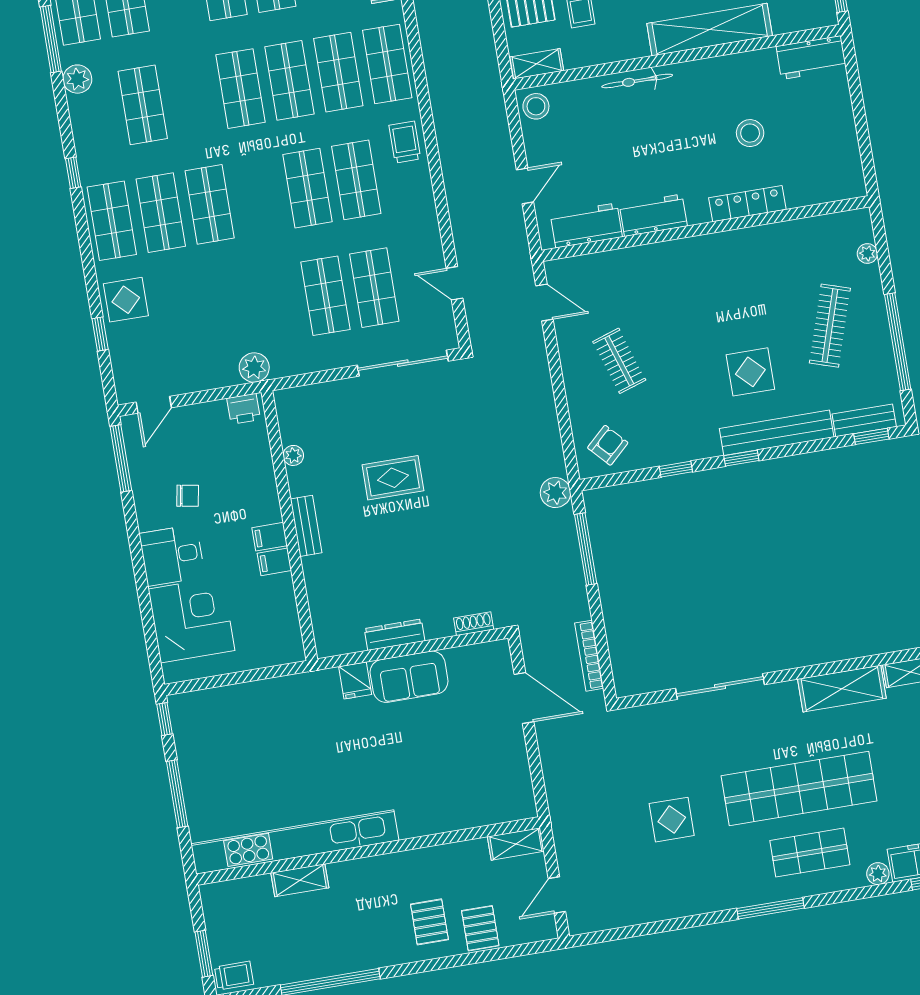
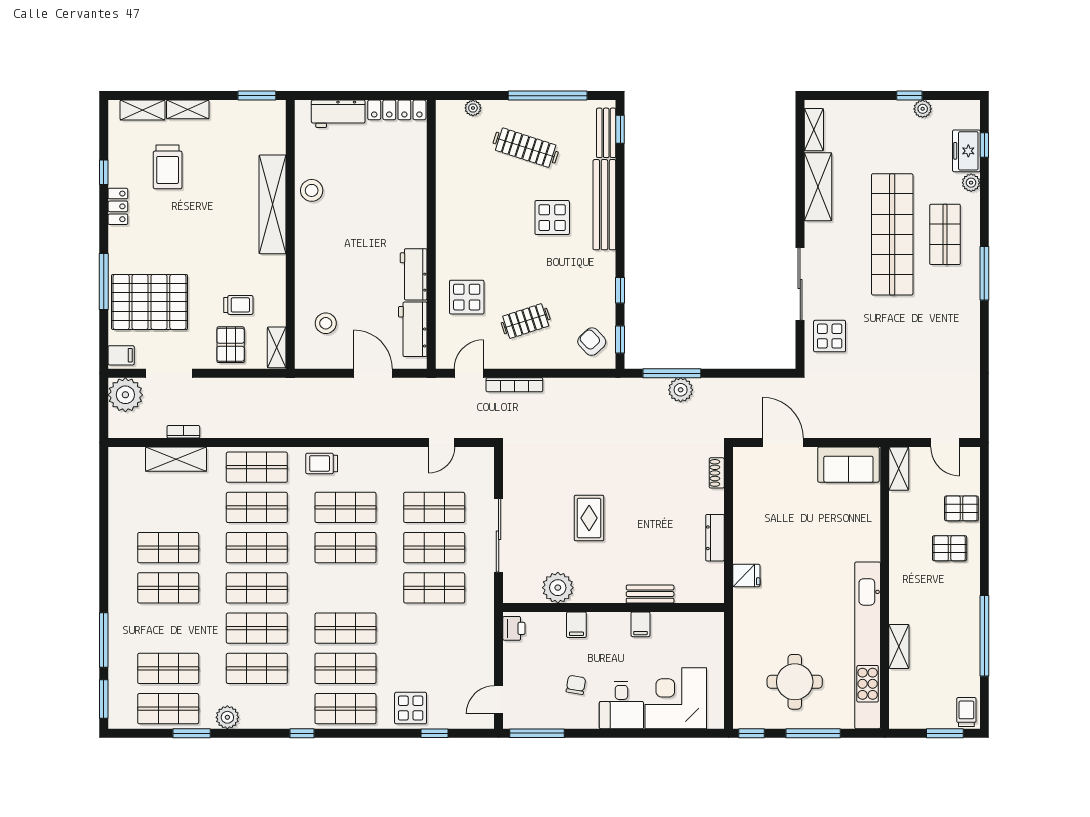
window: (51, 39) -> (192, 733), width x0.69
workbench: (811, 57) -> (338, 114), moved, turned 90
bicycle: (637, 81) -> (304, 269), removed
shop shelf: (192, 97) -> (257, 628), added
stool: (536, 106) -> (326, 323), moved
stool: (750, 133) -> (312, 190), moved
door: (525, 186) -> (373, 373), width x1.38
locker: (747, 204) -> (397, 110), moved, turned -90
display table: (636, 284) -> (467, 297), added
shop shelf: (277, 304) -> (434, 588), added
sliding door: (403, 363) -> (499, 535), moved
plant: (254, 368) -> (482, 614), removed
door: (154, 405) -> (499, 700), swing flipped
plant: (293, 455) -> (558, 588), width x1.87, depth x1.87
window: (741, 458) -> (620, 339), moved
plant: (555, 493) -> (681, 390), moved
bench: (306, 526) -> (650, 594), moved
filing cabinet: (270, 537) -> (576, 625), moved
bookcase: (589, 656) -> (514, 385), moved
sofa: (409, 677) -> (848, 465), moved, turned 90
door: (524, 698) -> (783, 443), hinge flipped
round table: (236, 761) -> (795, 682), added
display table: (672, 820) -> (830, 336), moved

